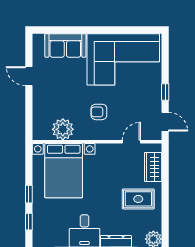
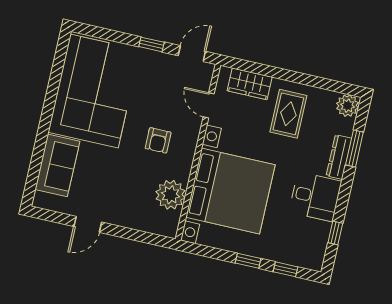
bed with nightstands: (64, 171) -> (230, 191), width x1.36

